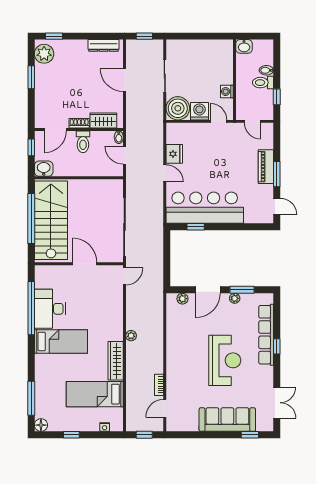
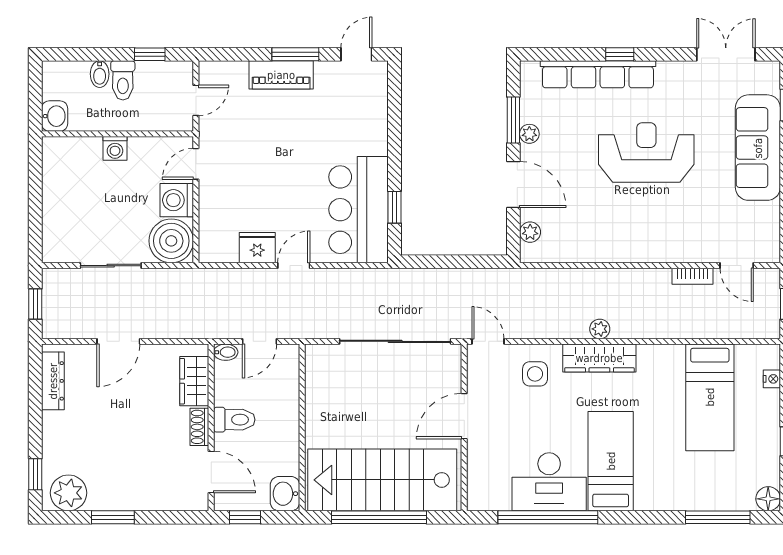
washing machine: (227, 92) -> (115, 148), moved
bar counter: (205, 208) -> (359, 210), width x0.73
side table: (107, 301) -> (535, 374), added
wardrobe: (116, 361) -> (599, 358), moved

